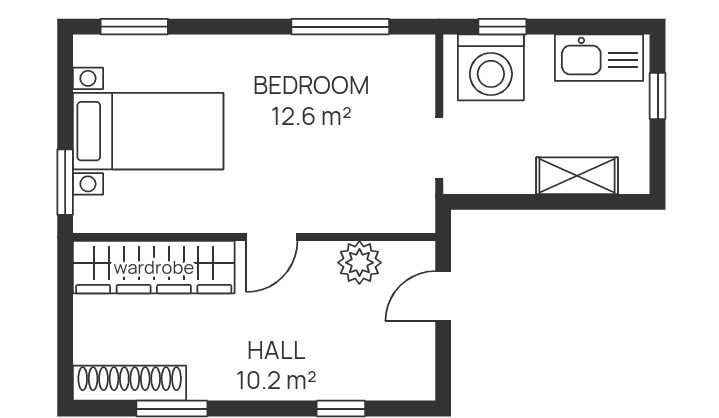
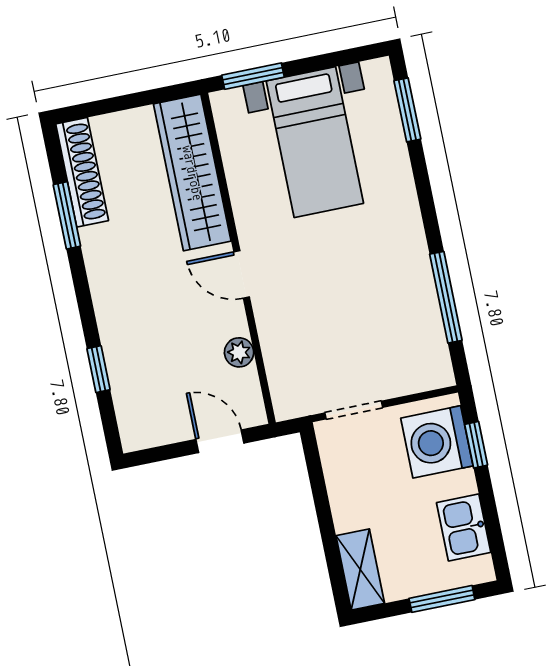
kitchen sink: (599, 58) -> (464, 527), width x0.73
window: (658, 96) -> (442, 599), width x1.50
shelving: (577, 176) -> (360, 569), moved
plant: (359, 263) -> (239, 352), width x0.73, depth x0.73

